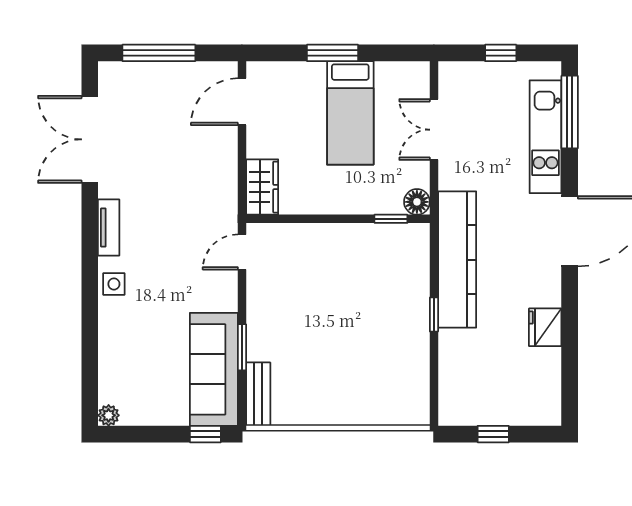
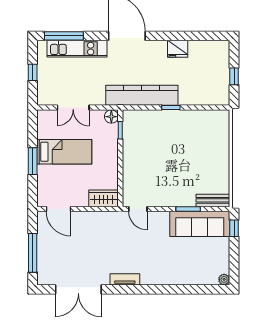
side table: (114, 284) -> (155, 277), removed

